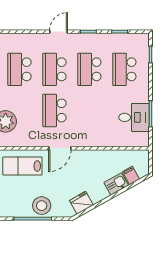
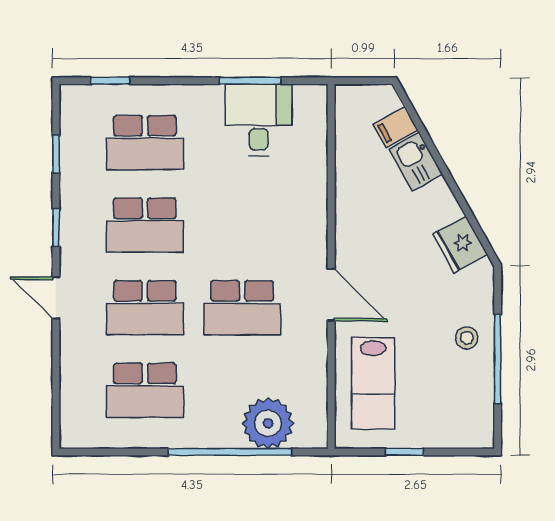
stool: (42, 206) -> (467, 338), width x0.53, depth x0.53

